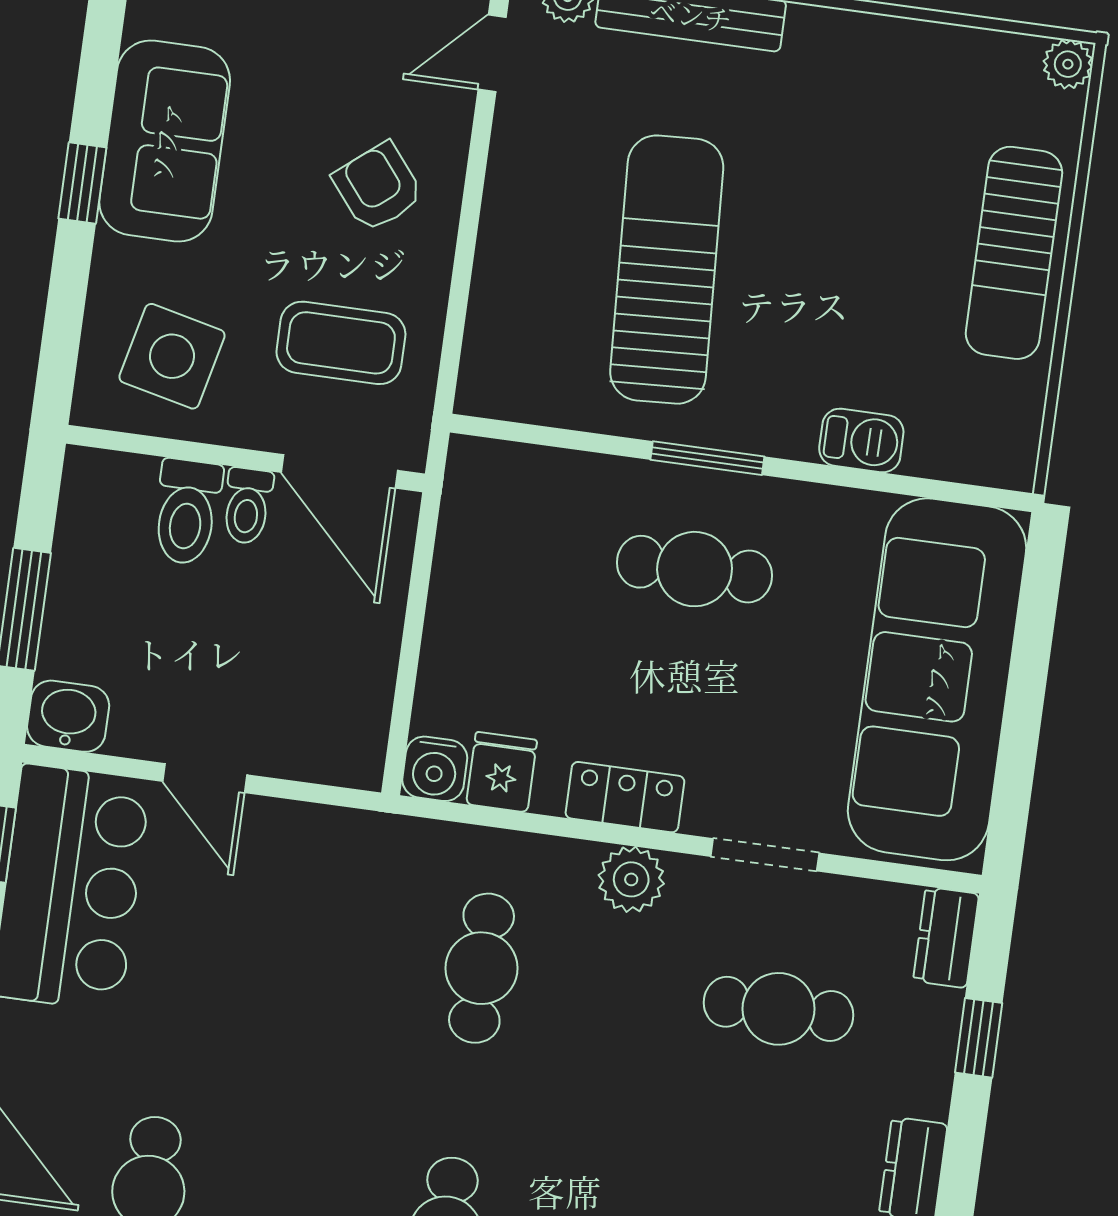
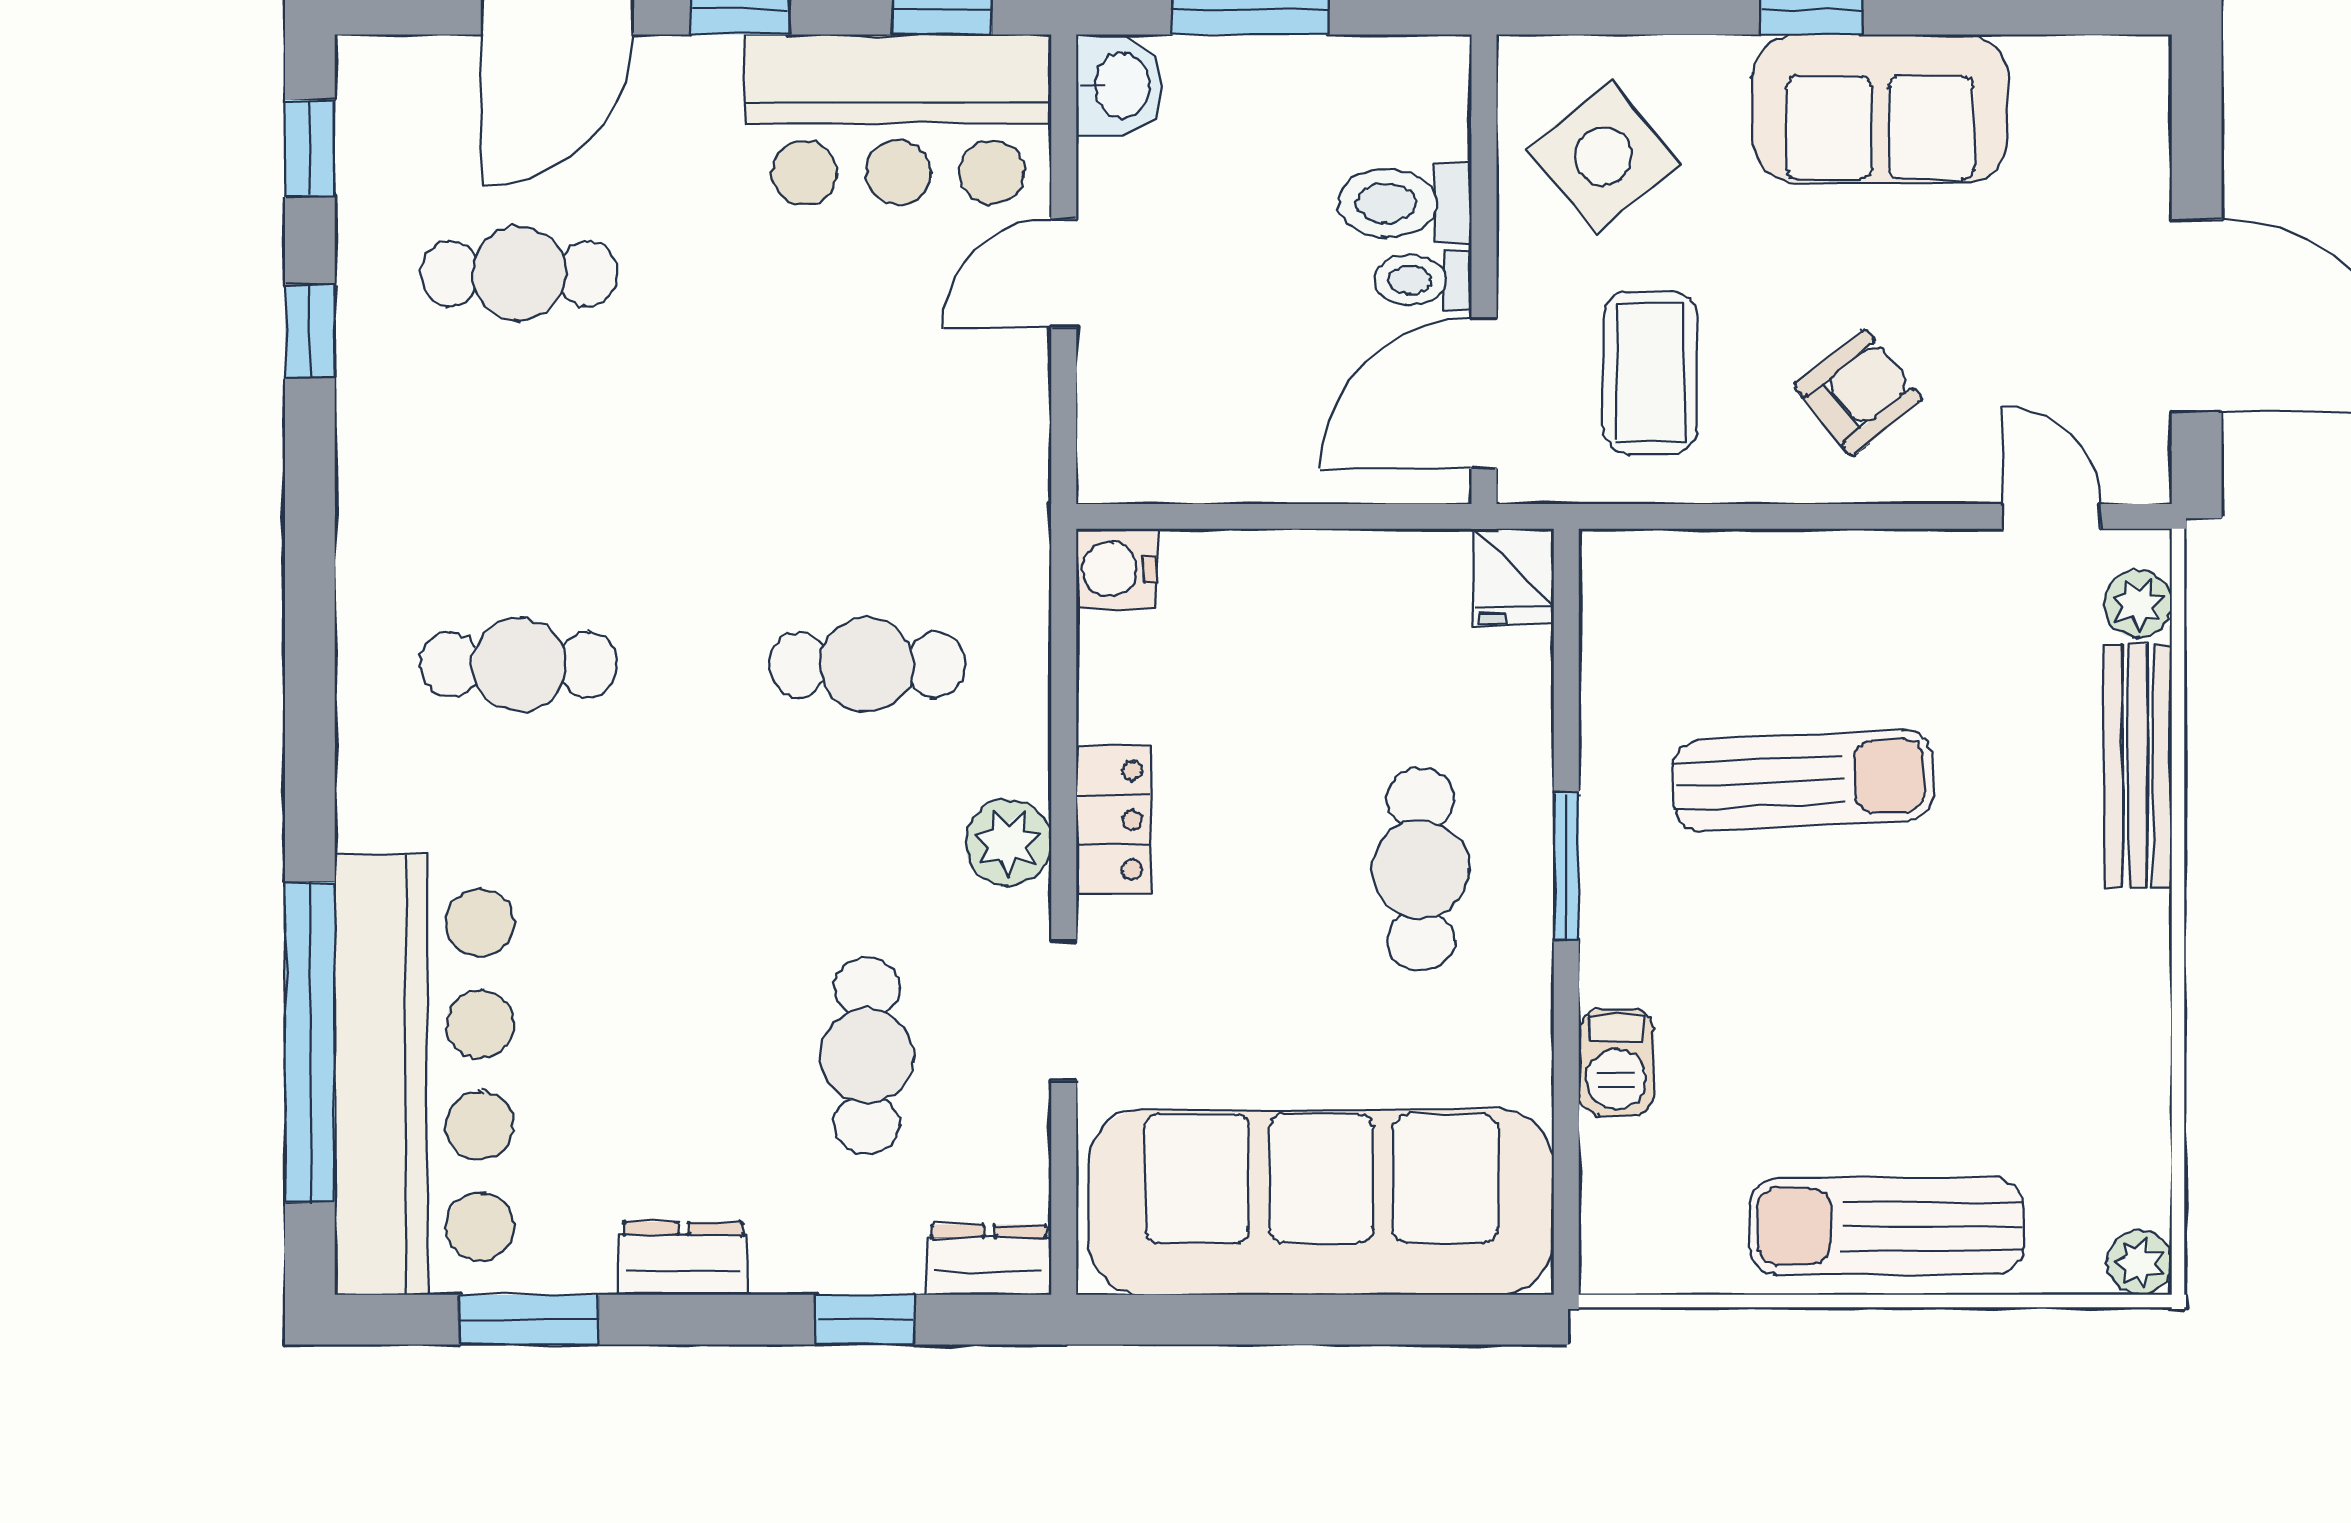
sun lounger: (667, 270) -> (1803, 780), width x0.73, depth x0.75
side table: (172, 356) -> (1603, 156), turned 38
fridge: (502, 772) -> (1514, 577), moved, turned 90

